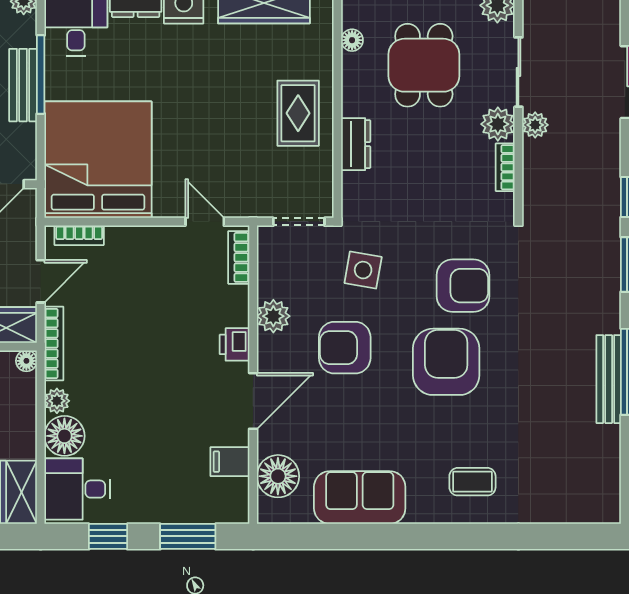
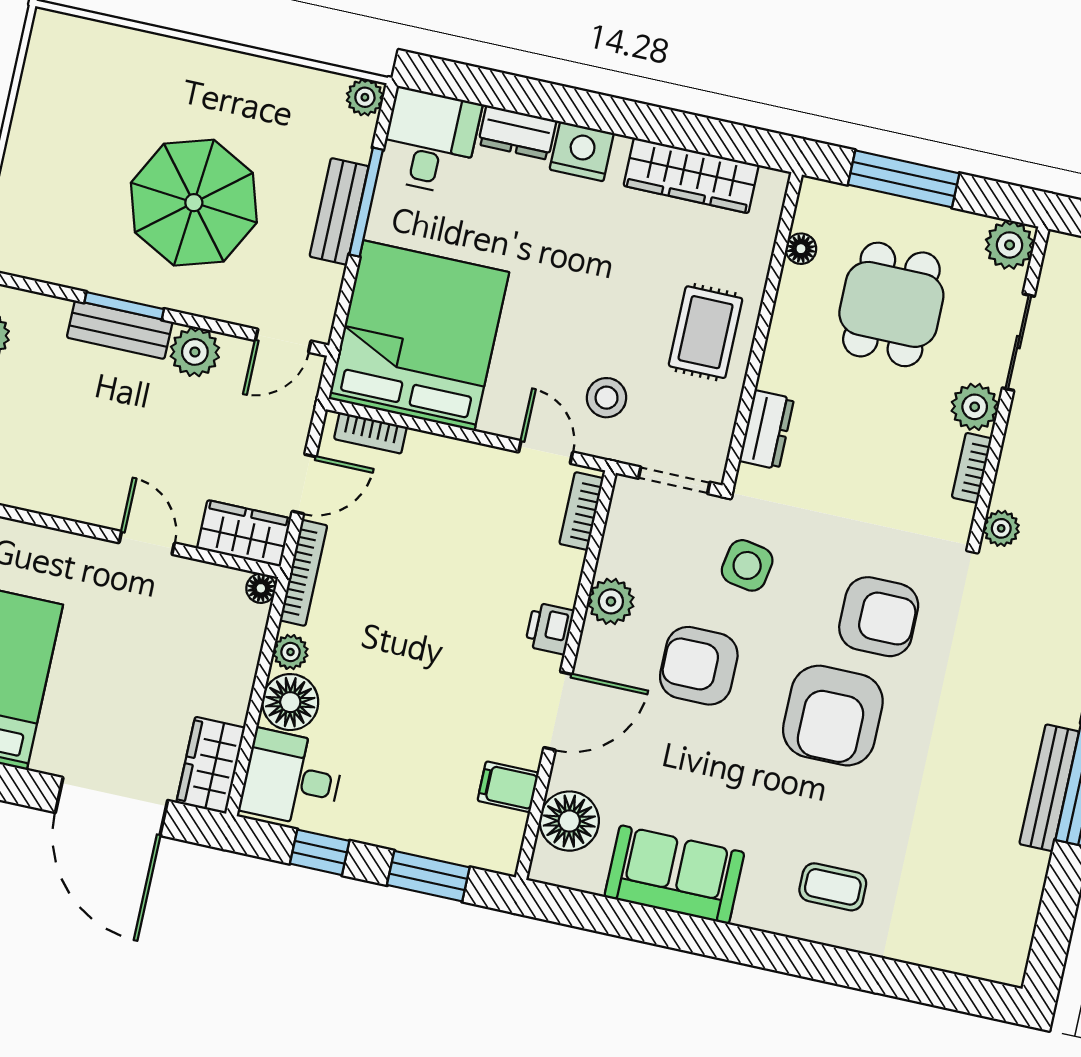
plant: (535, 125) -> (1001, 528), moved
dresser: (356, 144) -> (767, 430), moved
stool: (239, 174) -> (607, 398), added
armchair: (446, 362) -> (833, 716), turned 180

